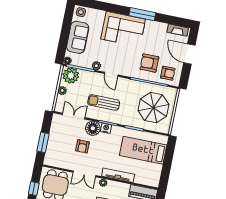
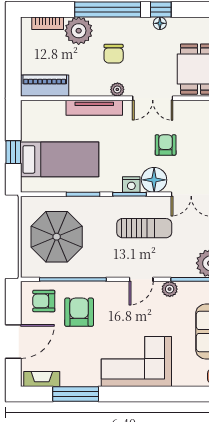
window: (142, 14) -> (76, 394), moved
door: (189, 54) -> (13, 341), hinge flipped
armchair: (149, 63) -> (79, 312), turned -90
door: (111, 74) -> (141, 279), swing flipped
window: (168, 160) -> (13, 152), added
double door: (84, 174) -> (153, 98), swing flipped

